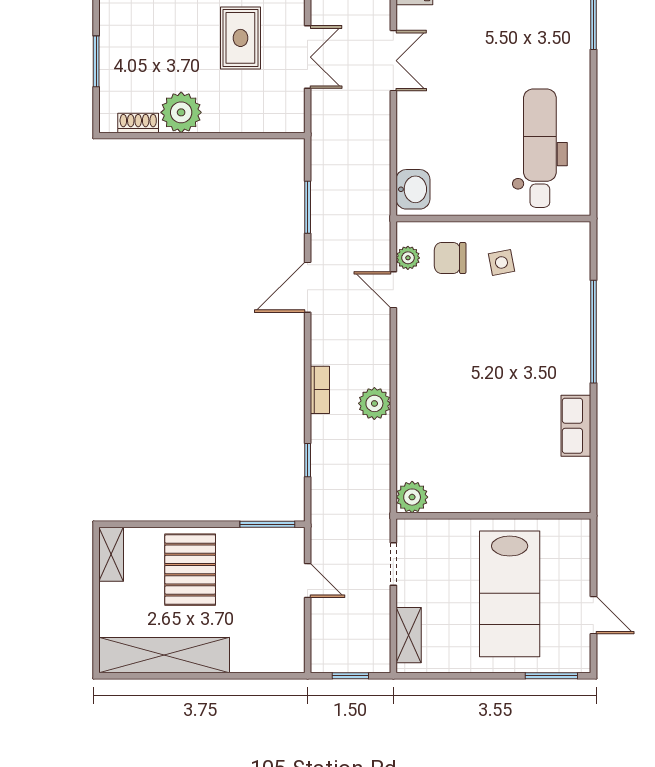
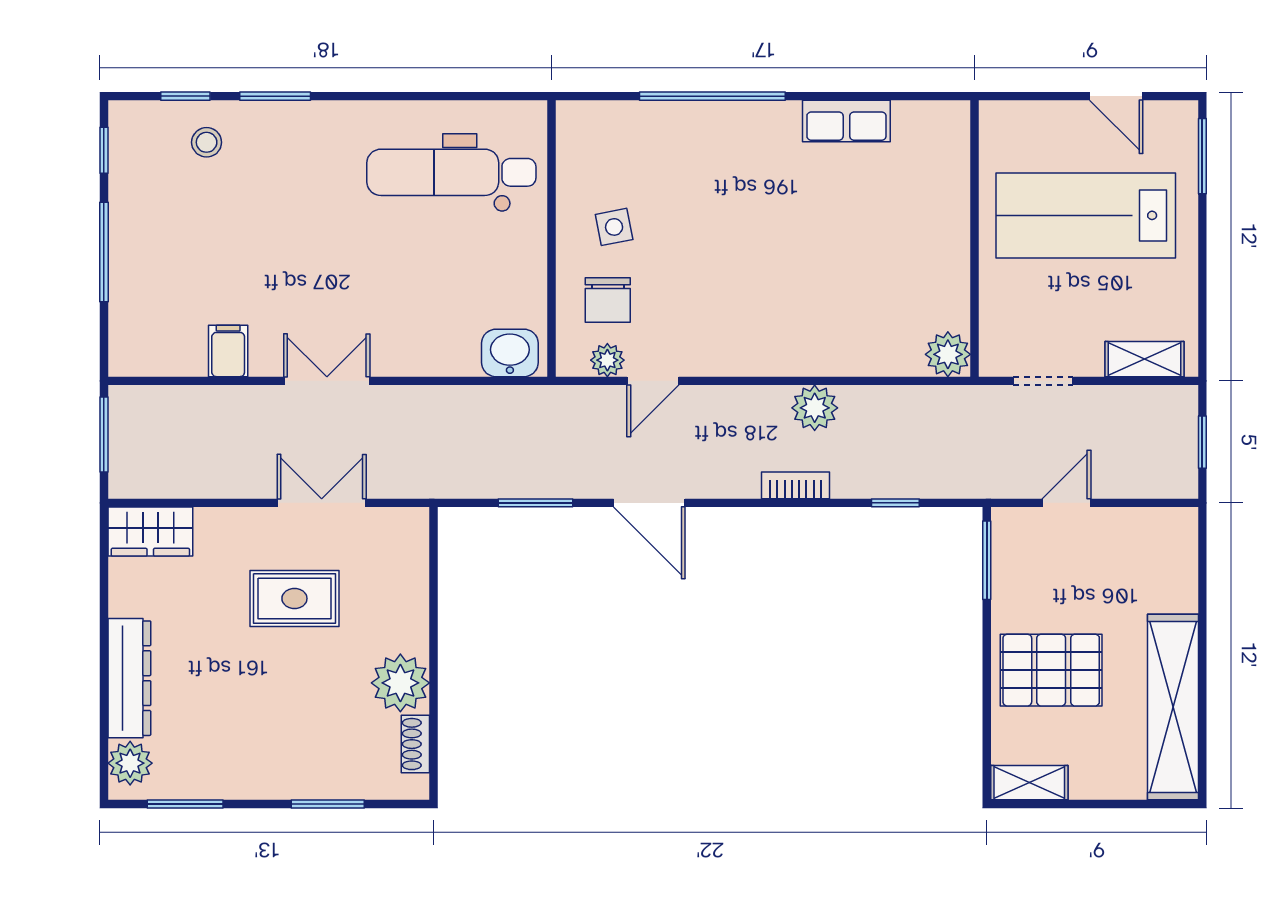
lab bench: (510, 594) -> (1086, 215), turned 180
door: (593, 615) -> (1116, 96), swing flipped

